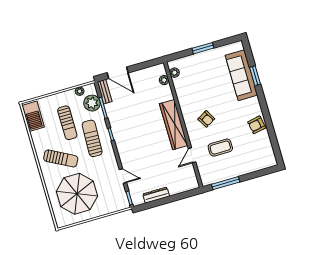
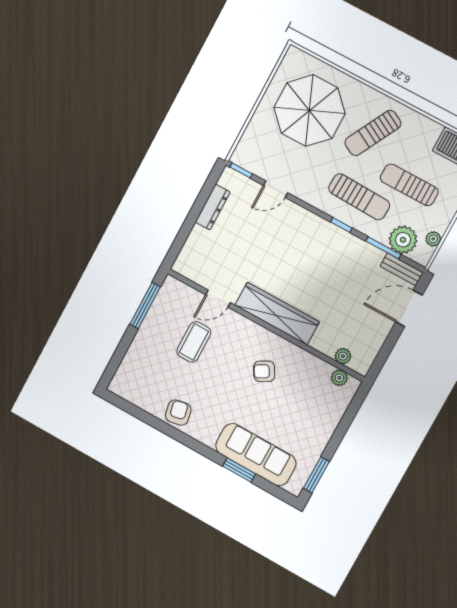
window: (203, 48) -> (316, 475), moved
armchair: (206, 119) -> (264, 371), moved
door: (192, 155) -> (218, 299), swing flipped

